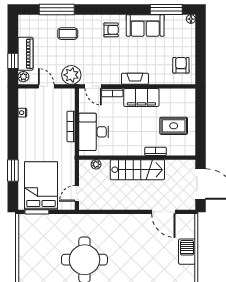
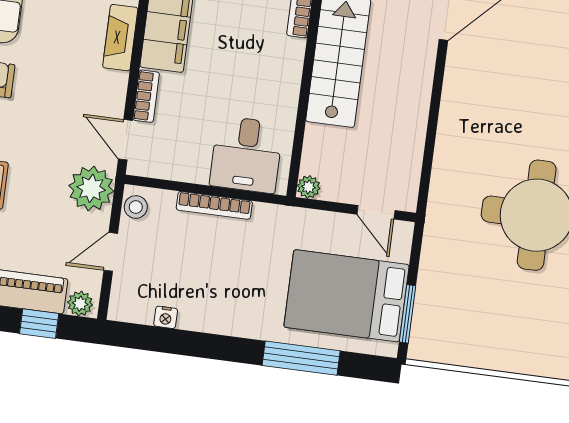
door: (93, 86) -> (125, 140), swing flipped
stool: (66, 94) -> (136, 207), added
desk: (94, 132) -> (246, 155), width x0.73
plant: (96, 164) -> (309, 187), moved
window: (13, 171) -> (301, 358), width x1.44

